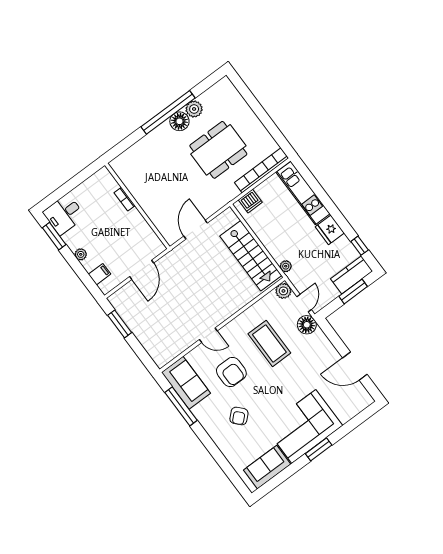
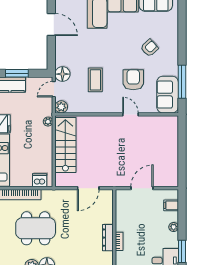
dresser: (139, 195) -> (108, 238), added
window: (120, 324) -> (182, 164), removed
coffee table: (269, 343) -> (95, 80), width x0.73, depth x0.76

